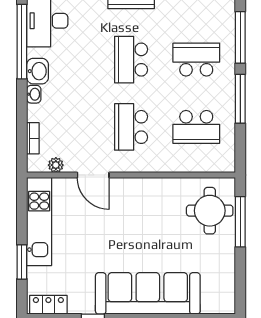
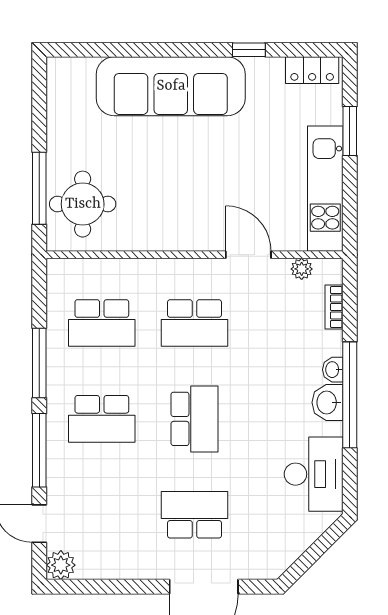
window: (22, 42) -> (350, 395), moved
school desk: (131, 127) -> (195, 323), turned 90
school desk: (196, 127) -> (102, 323), turned 180

